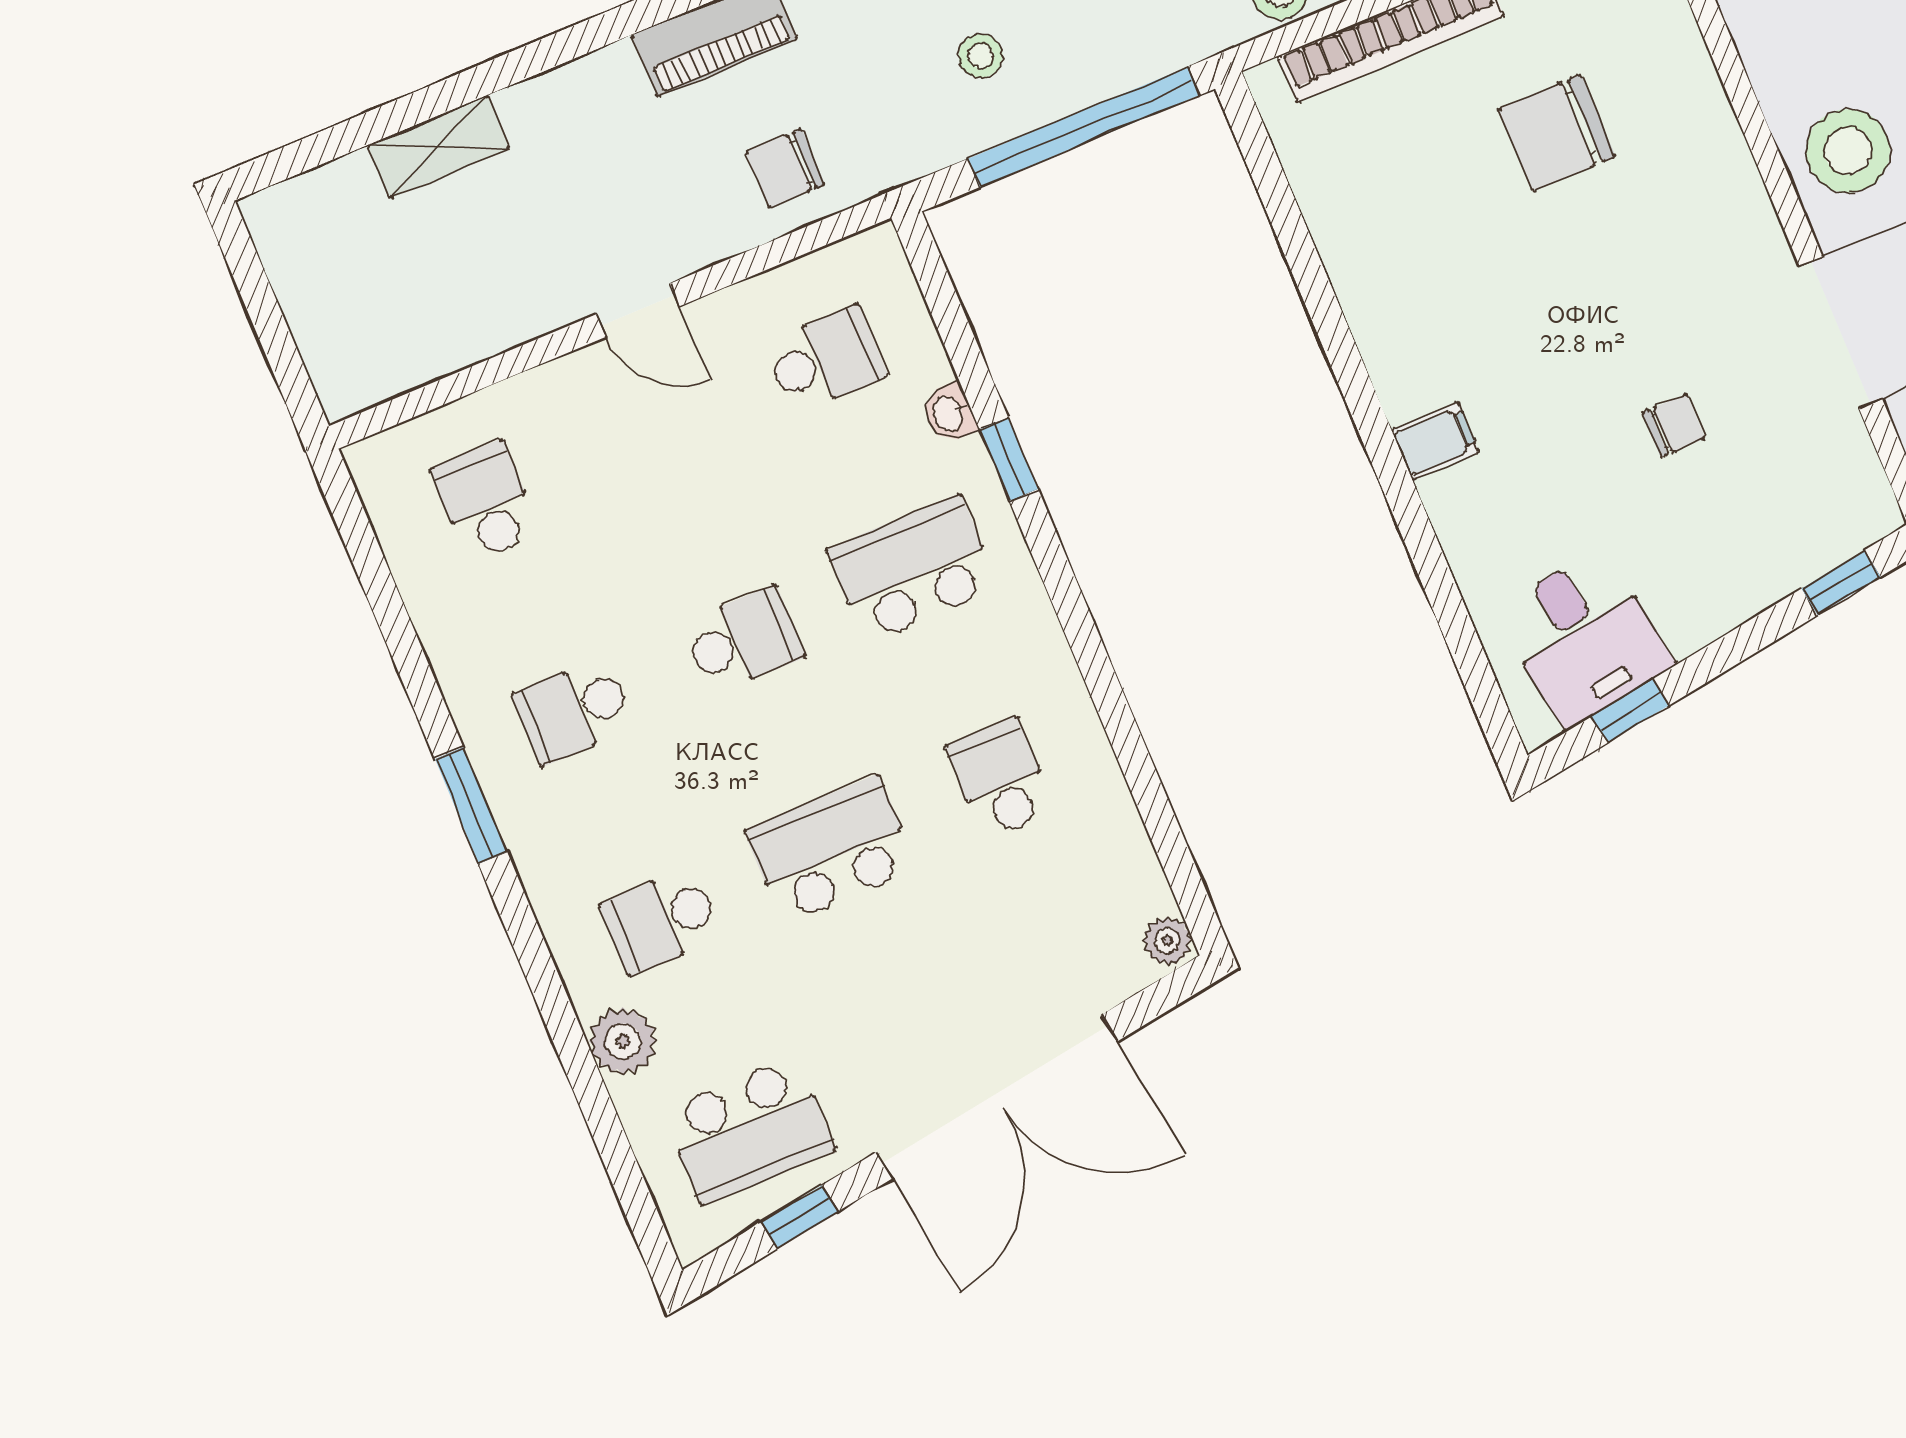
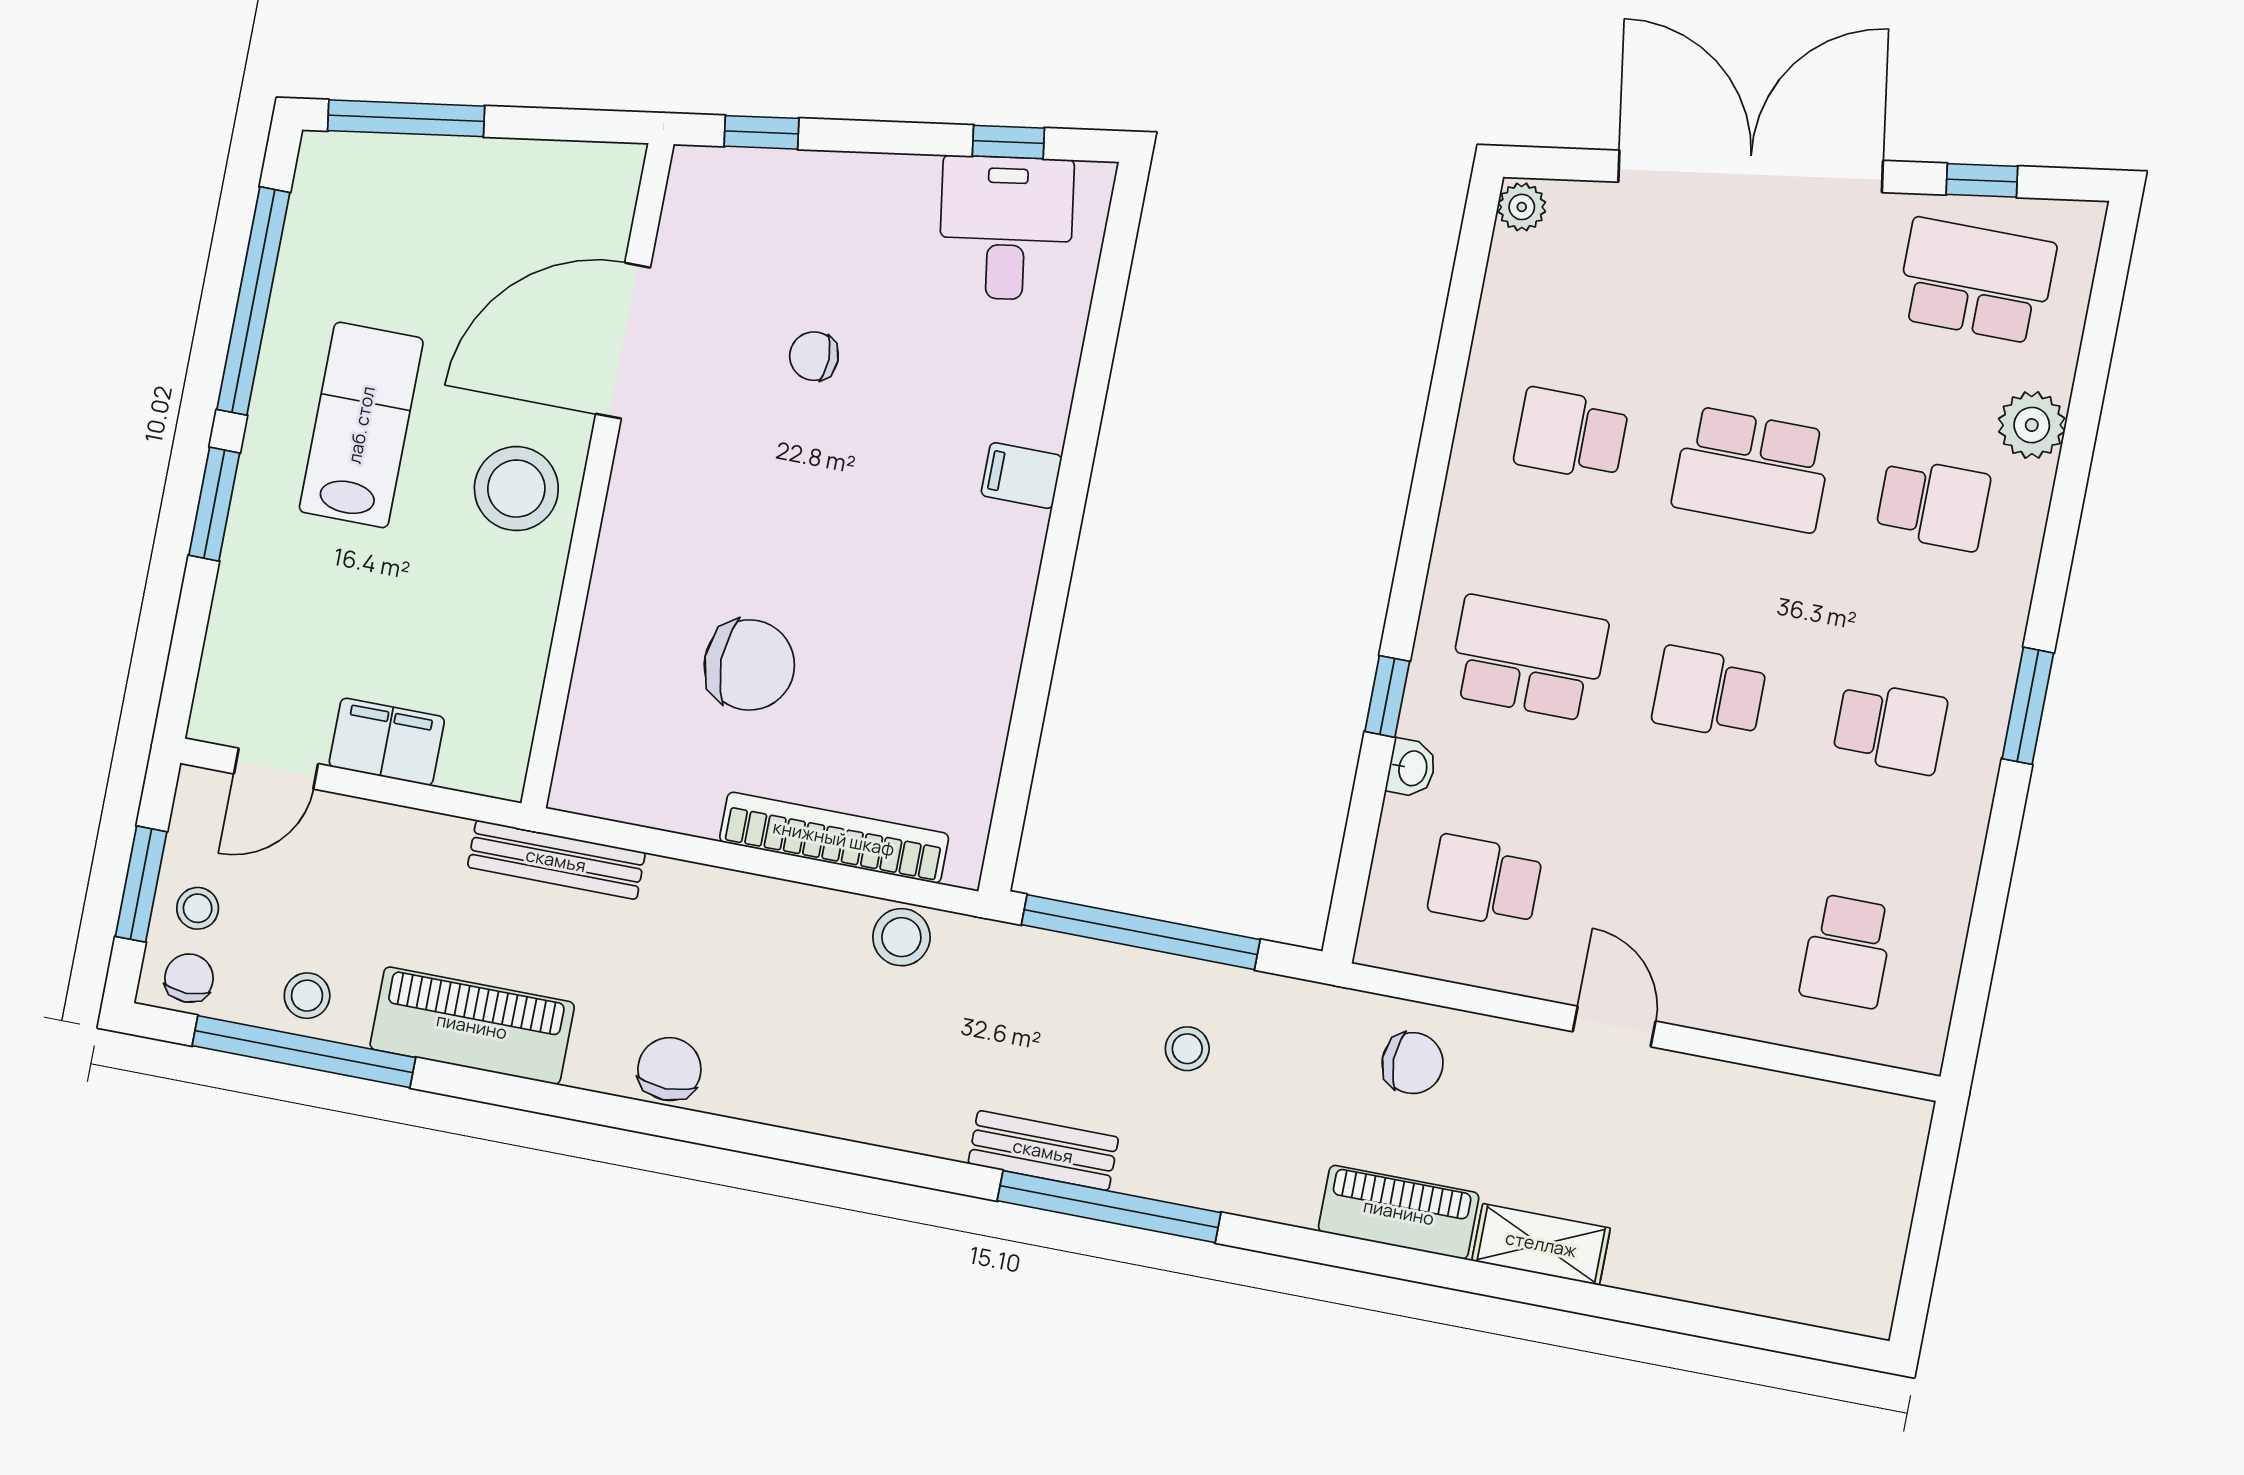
shelving: (439, 147) -> (1541, 1244), moved
school desk: (913, 569) -> (1528, 658), turned 180
school desk: (1001, 779) -> (1571, 434), turned 90

